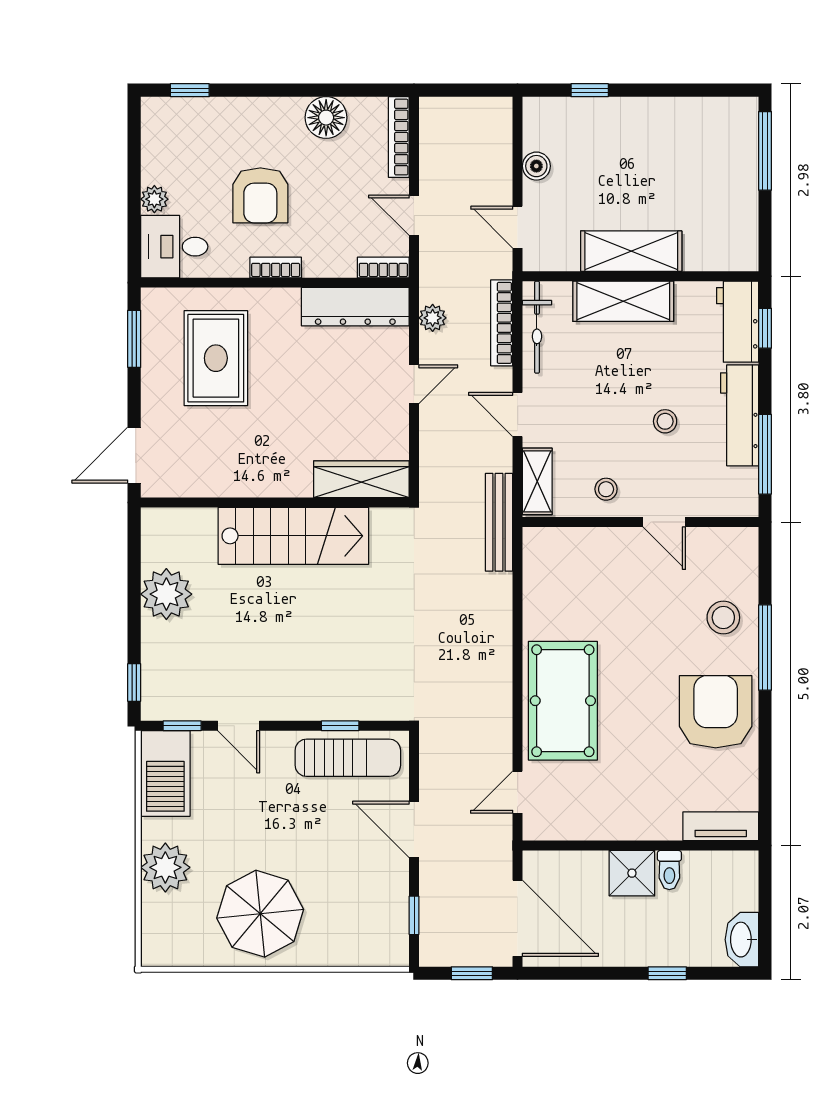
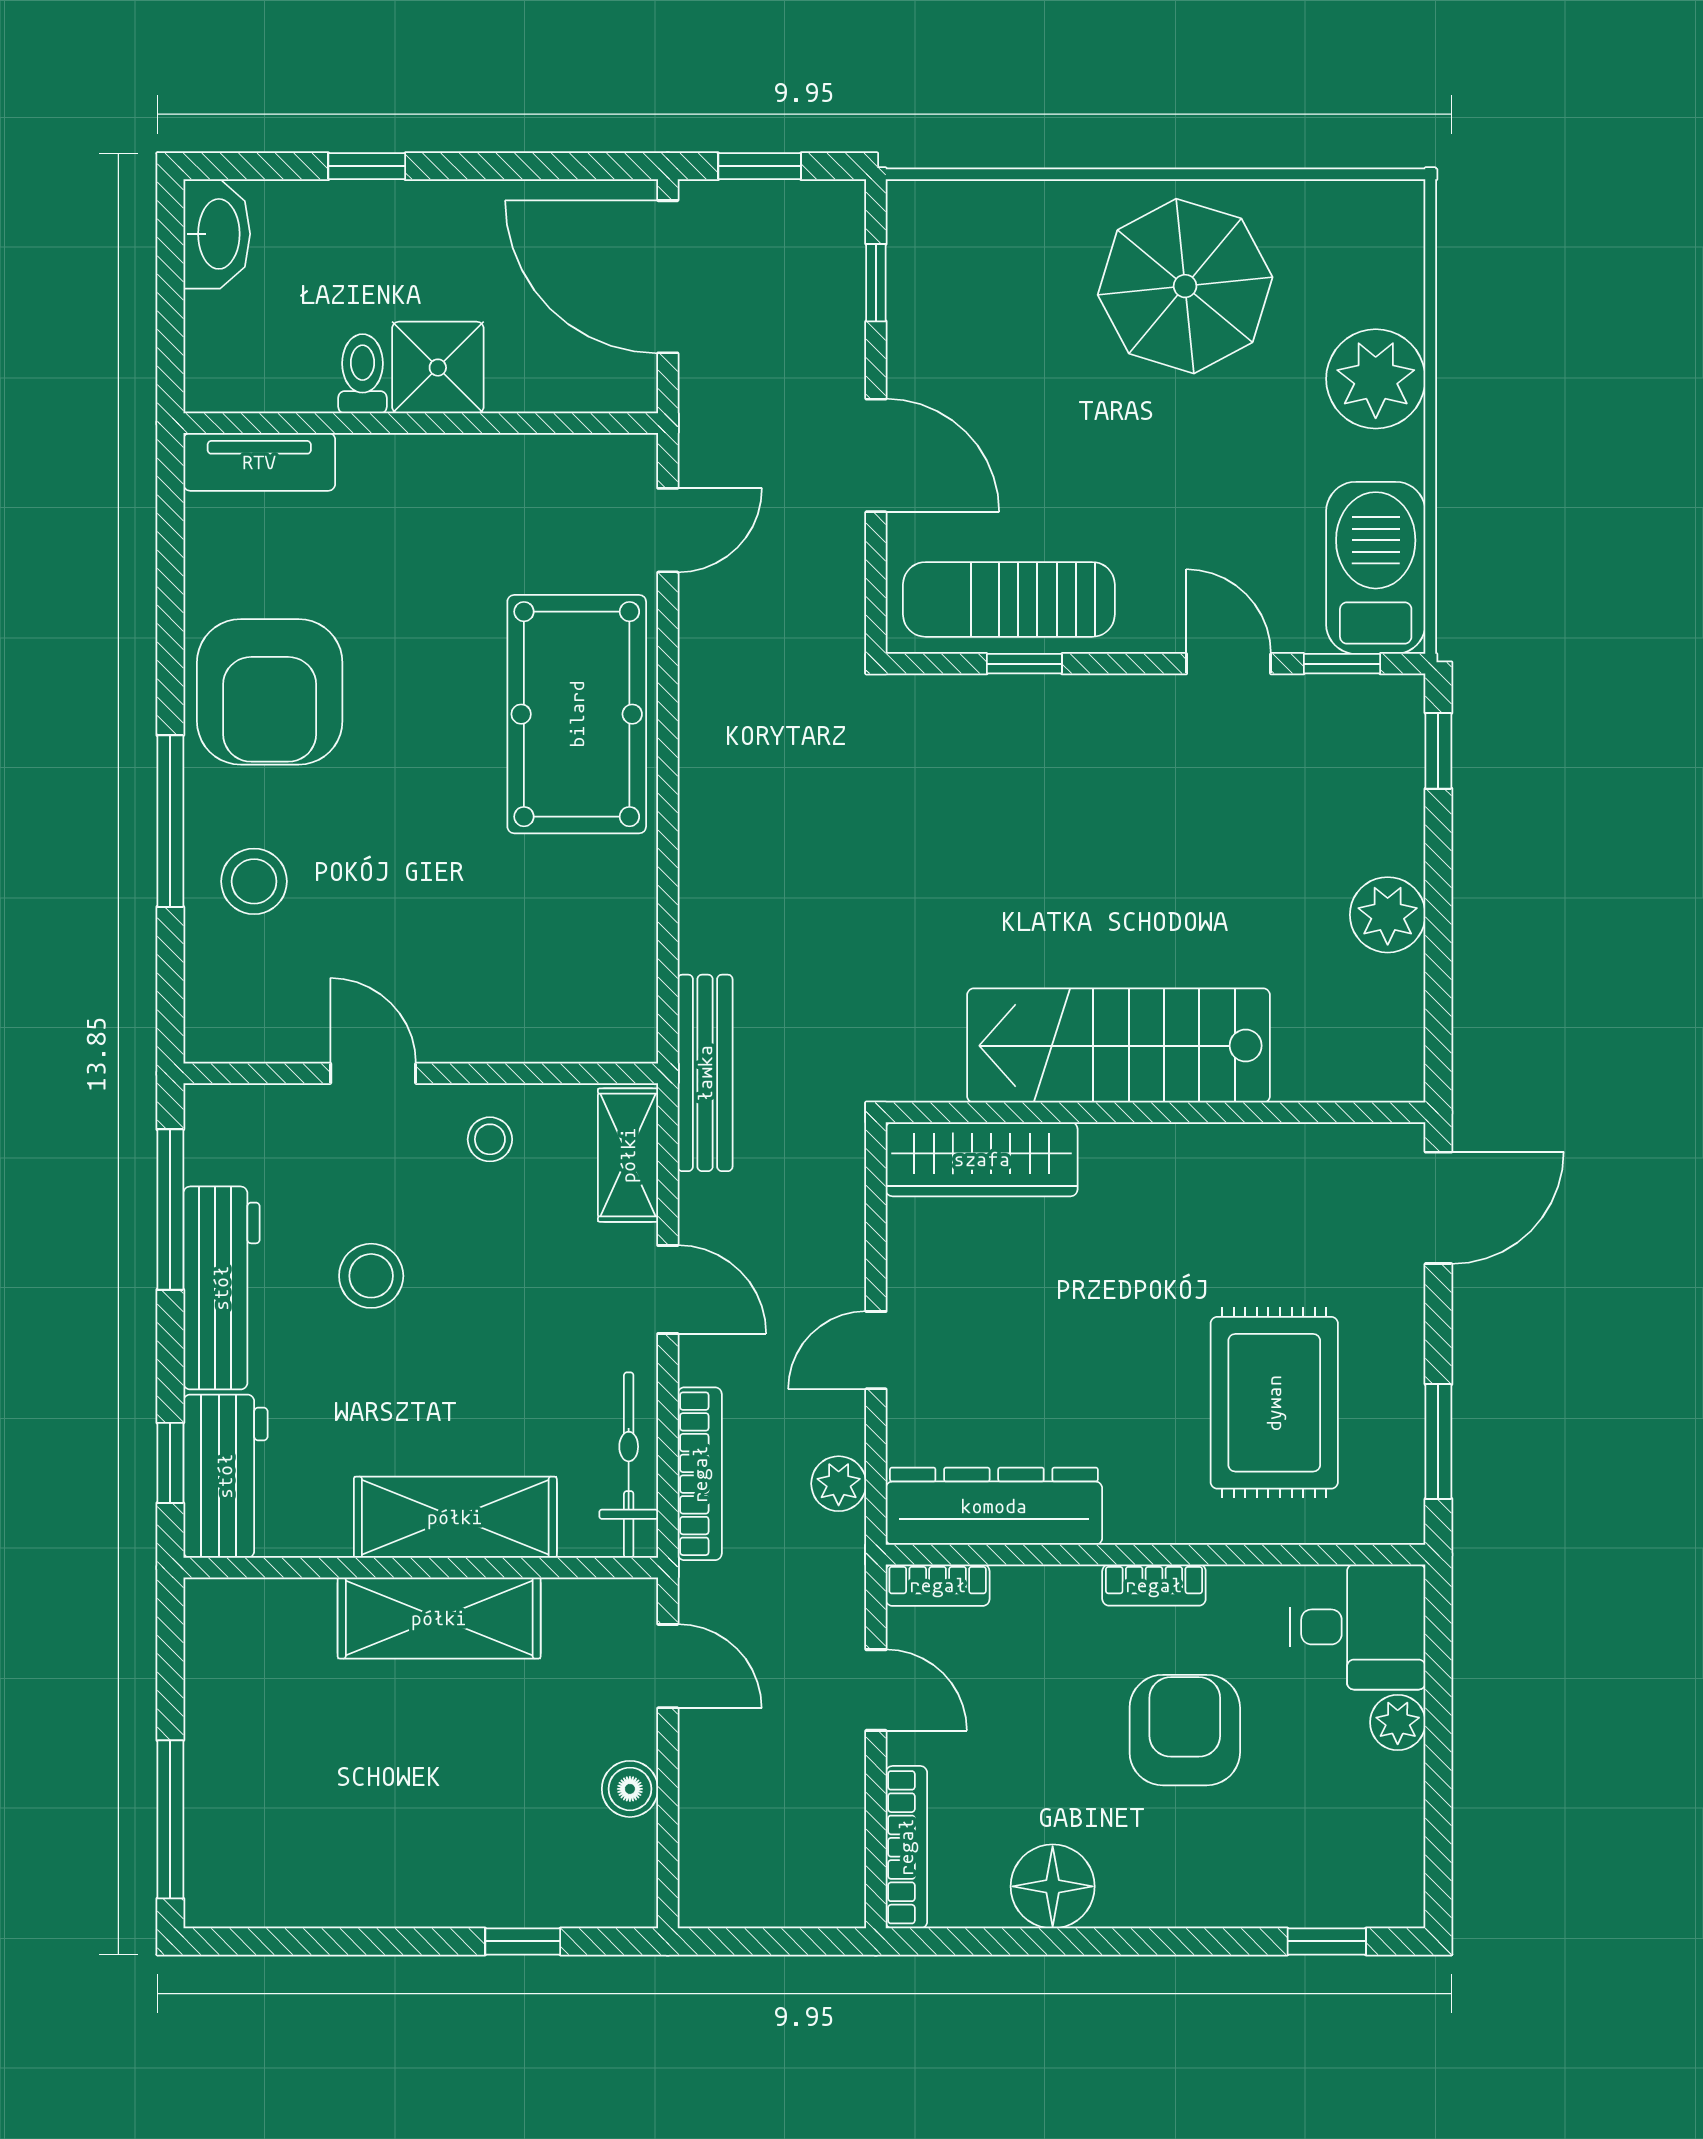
stool: (665, 421) -> (371, 1276), width x1.37, depth x1.37
plant: (166, 594) -> (1388, 915), width x0.73, depth x0.73

